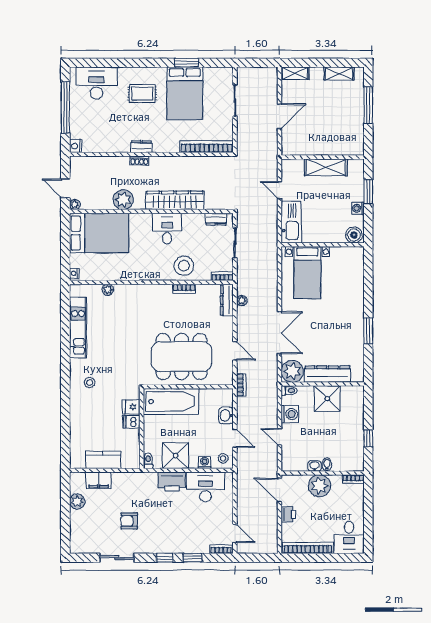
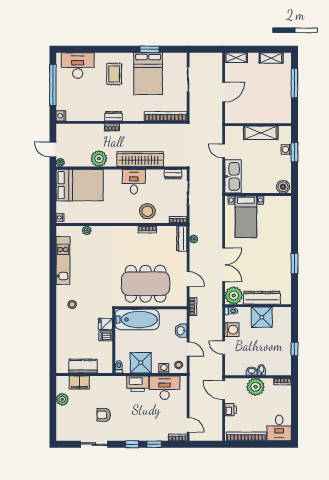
rug: (142, 94) -> (114, 74), turned 90
washing machine: (358, 208) -> (286, 149), moved

